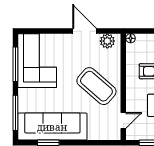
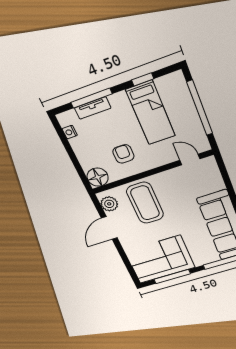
floor lamp: (131, 38) -> (98, 177), width x1.89, depth x1.89
coffee table: (96, 86) -> (145, 203), moved, turned -41

